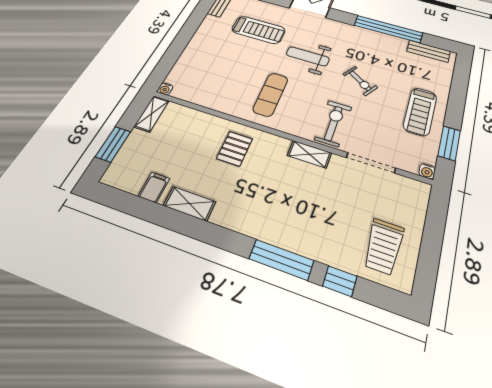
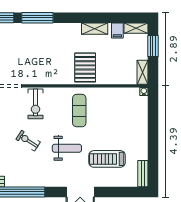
pallet: (235, 149) -> (85, 67), width x1.50, depth x1.42
shelving: (309, 154) -> (136, 28), moved

